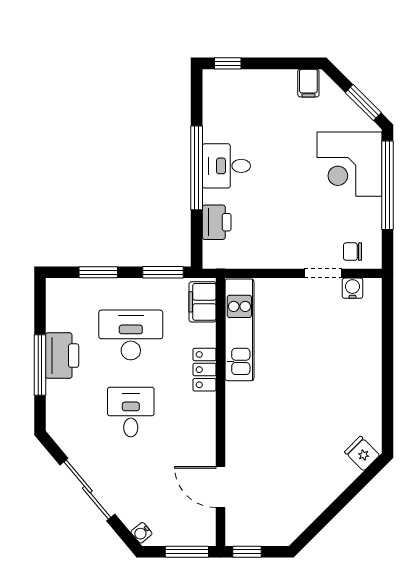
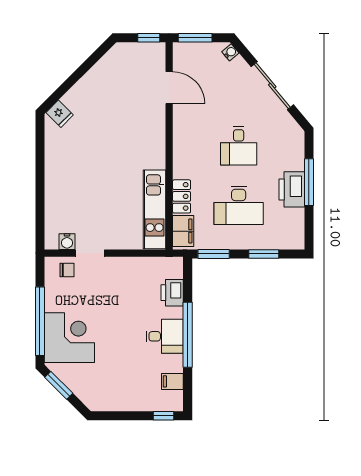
filing cabinet: (308, 83) -> (172, 381), moved, turned -90
locker: (204, 370) -> (182, 196), moved

